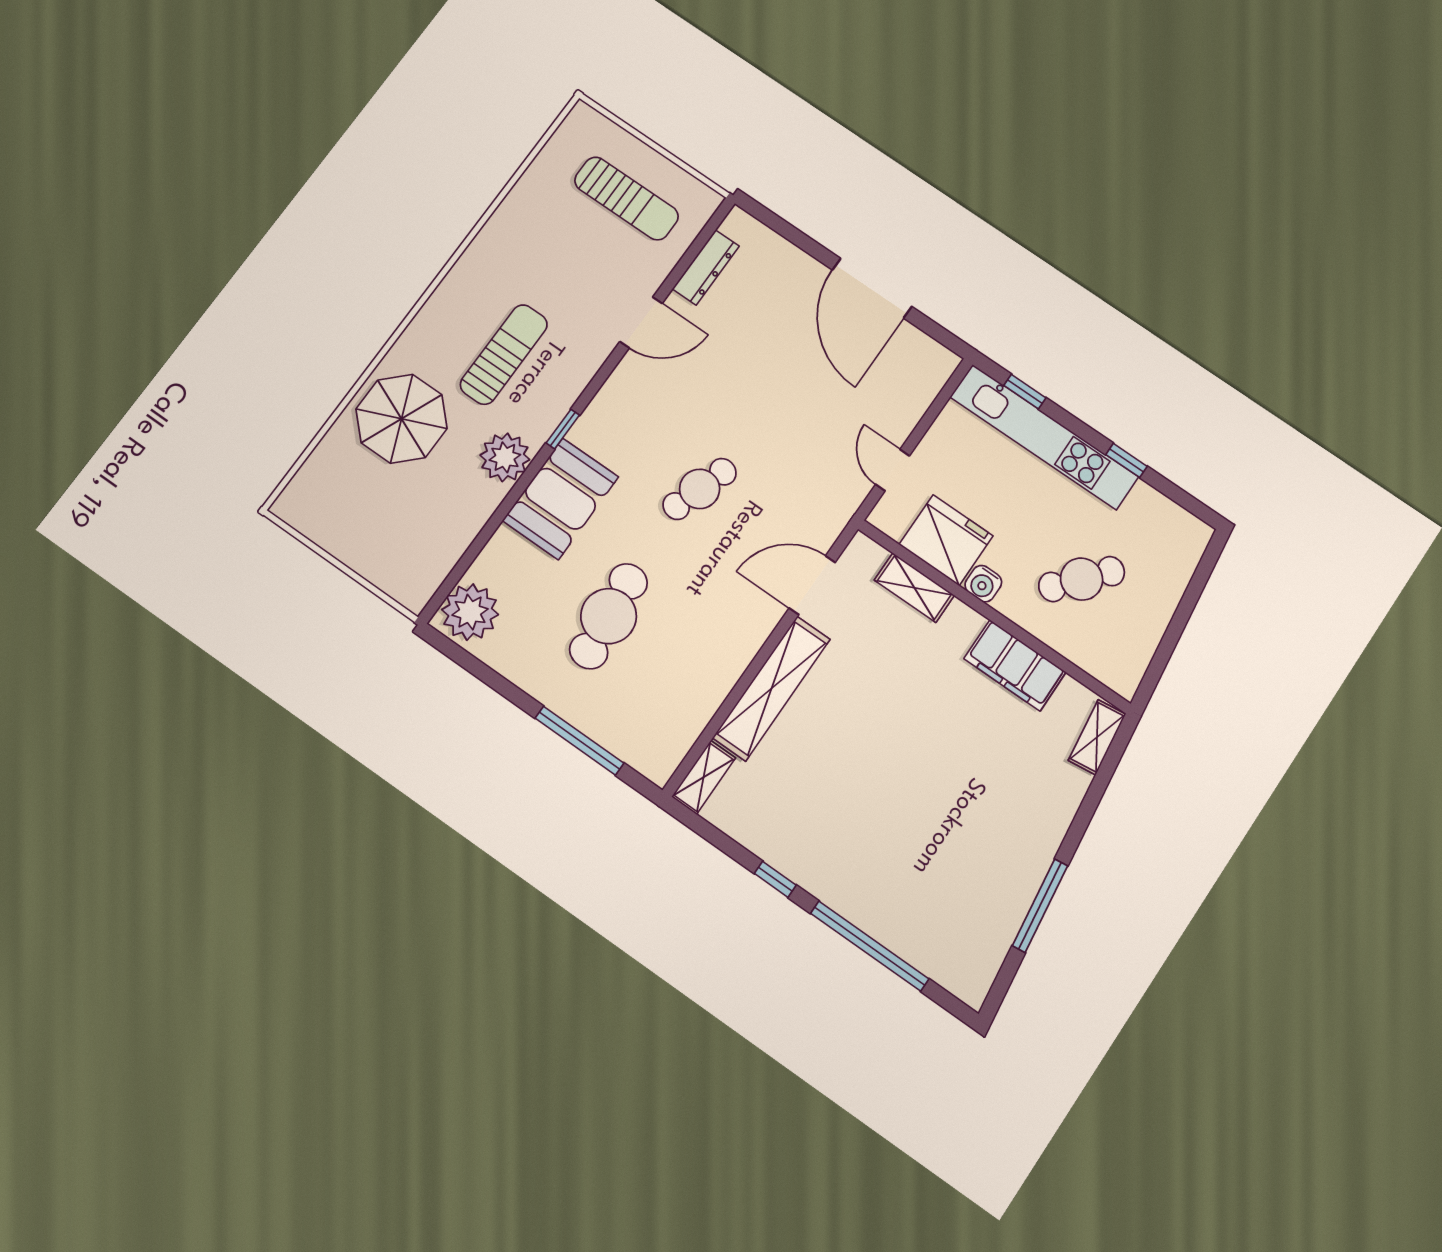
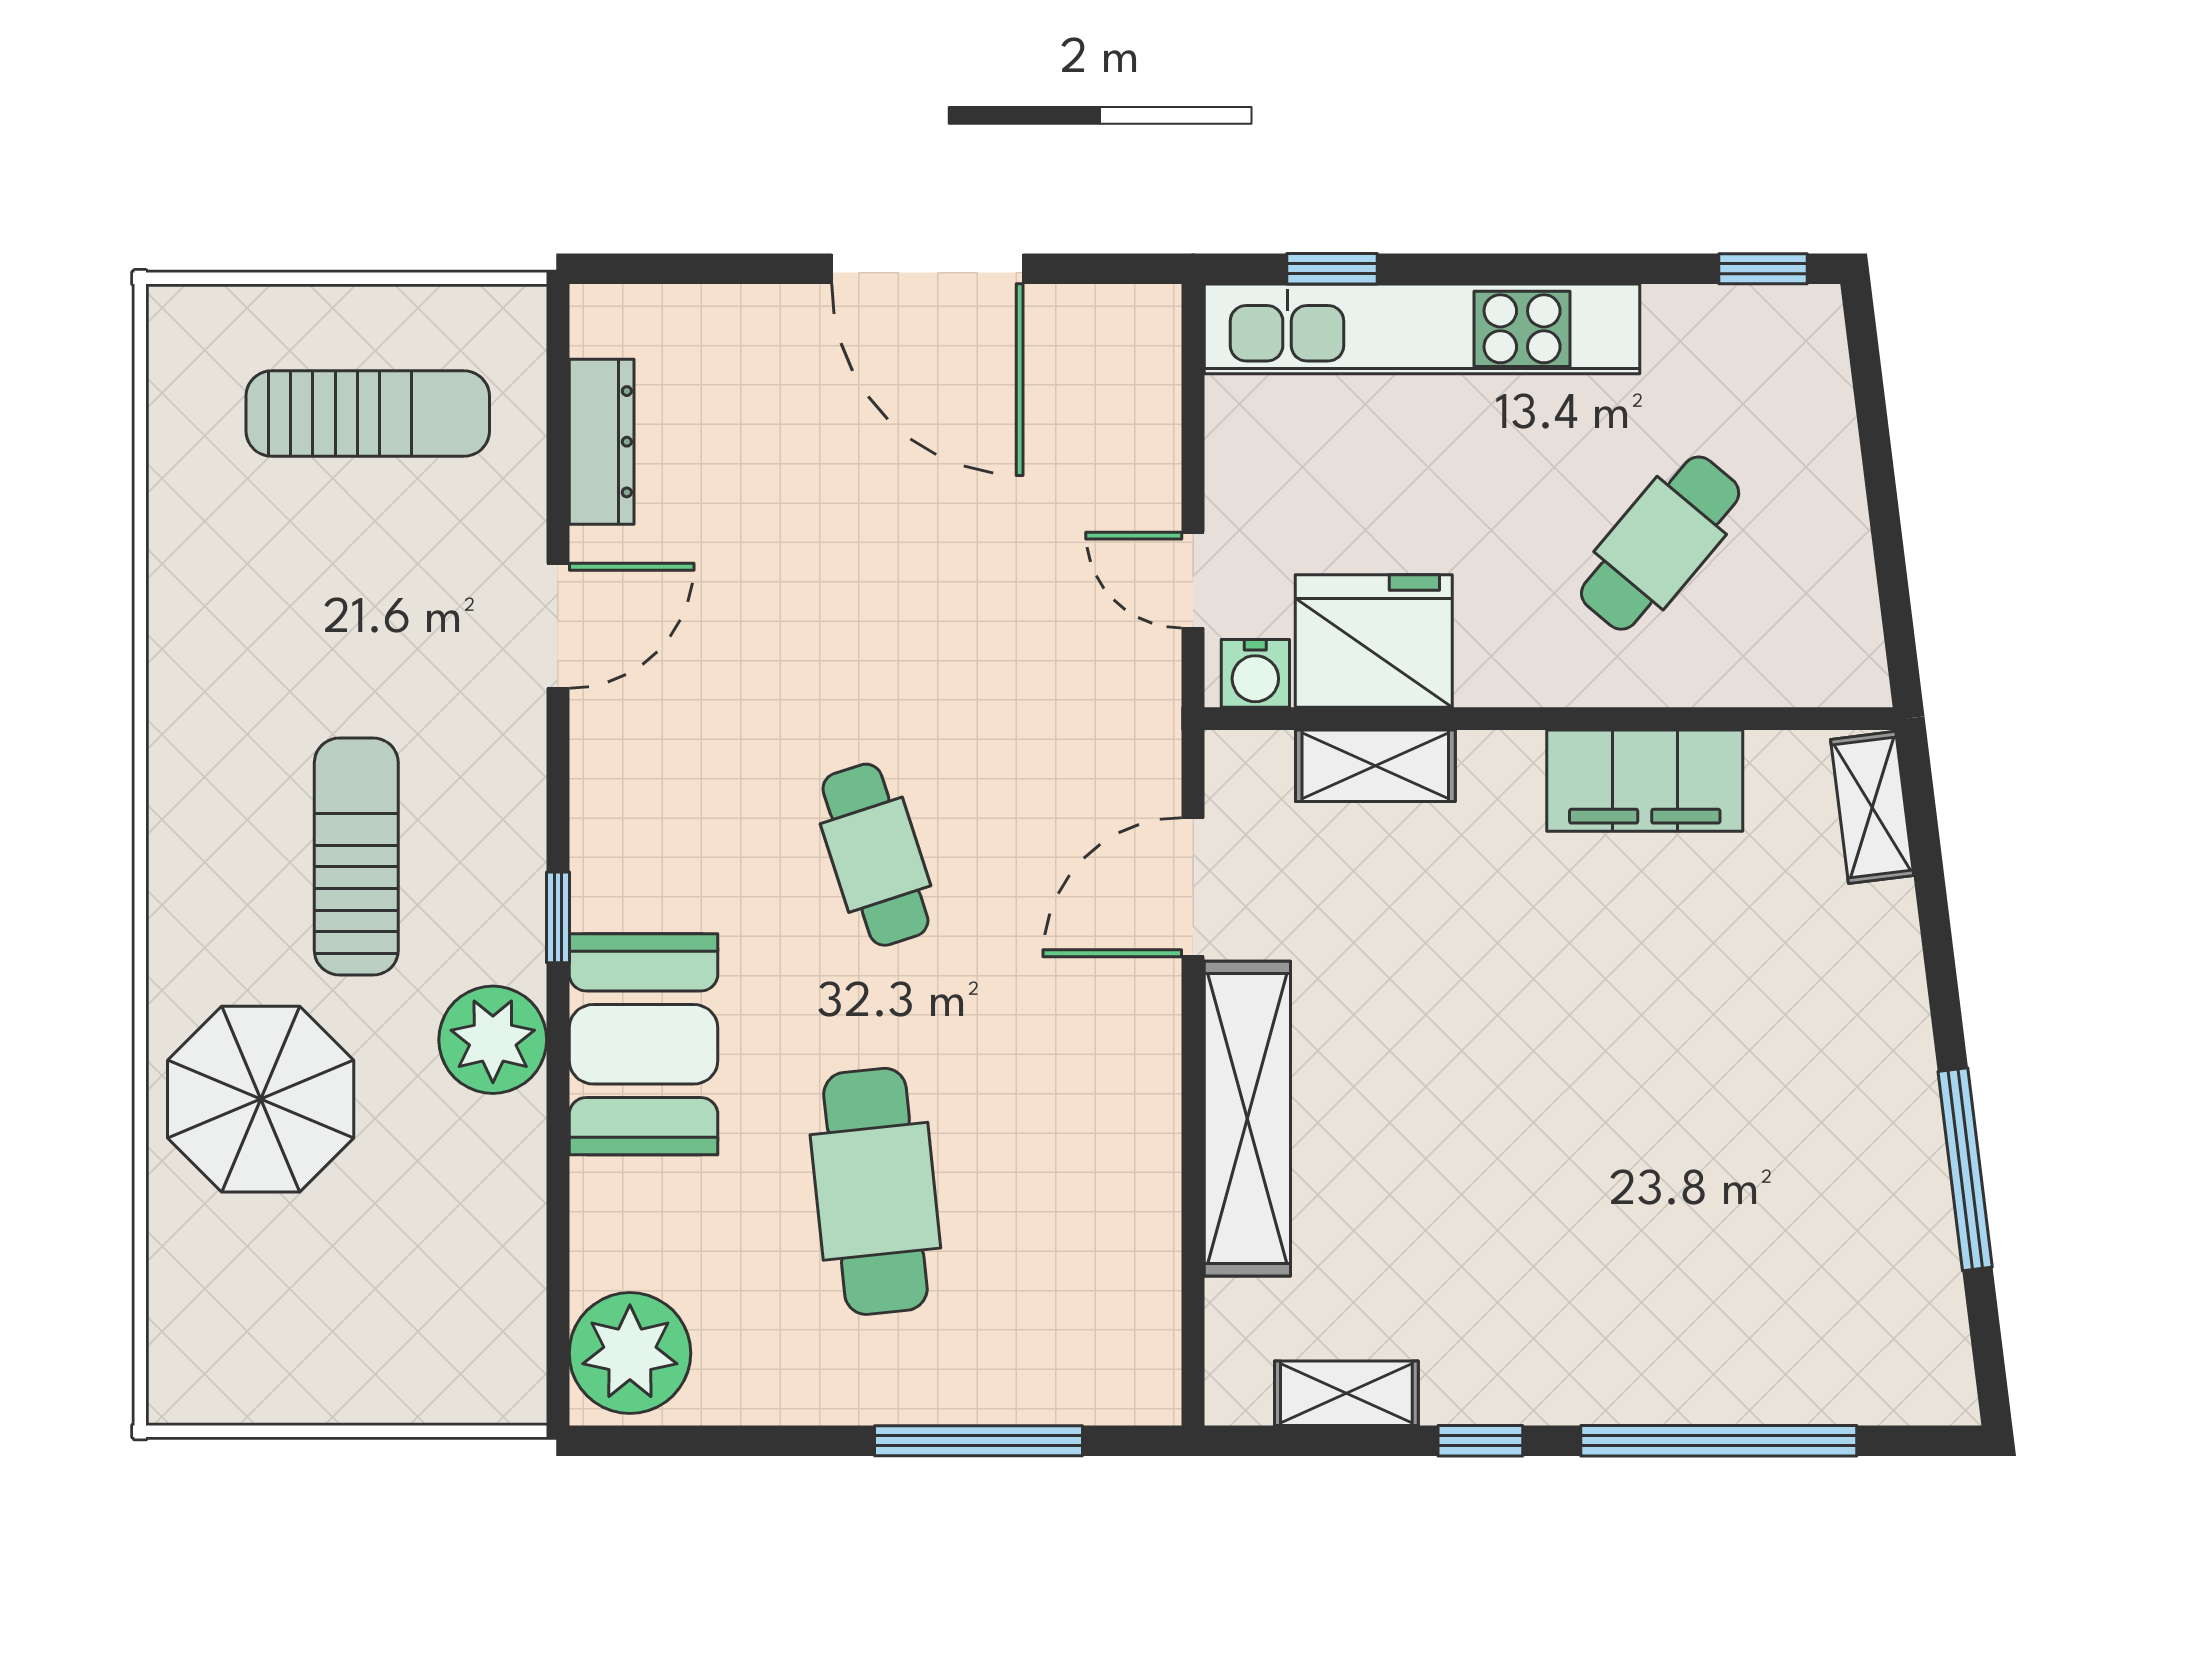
window: (1127, 460) -> (1763, 269), moved
cafe table: (700, 489) -> (875, 855), turned -36
water cooler: (983, 584) -> (1255, 673), moved
shelving: (704, 777) -> (1346, 1393), moved, turned 90

